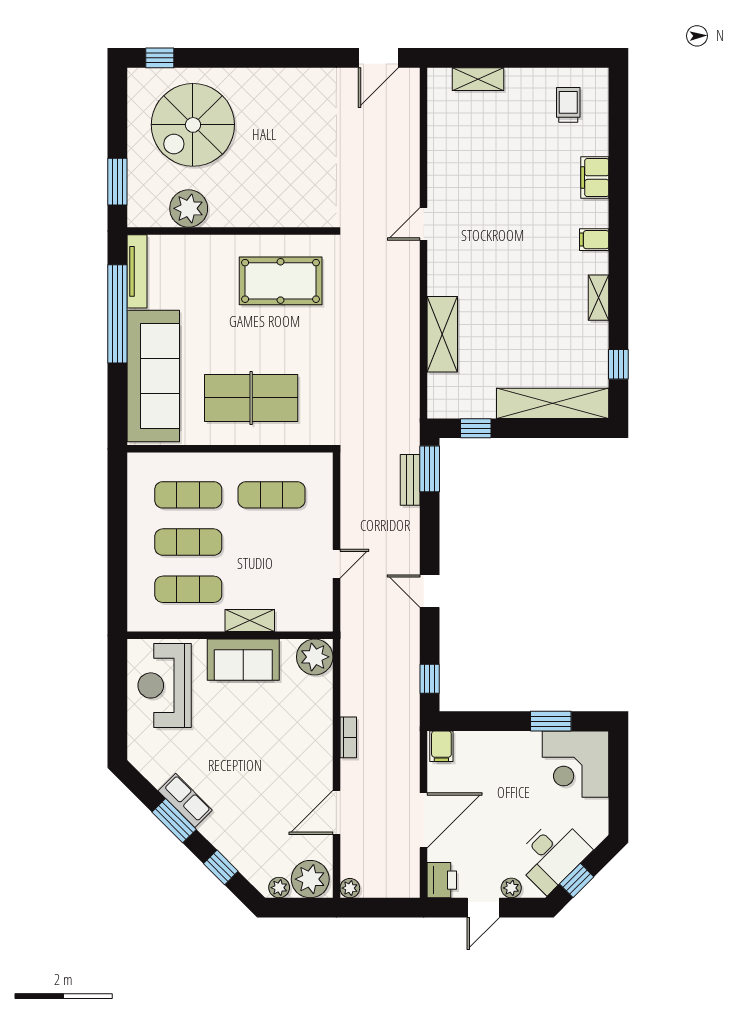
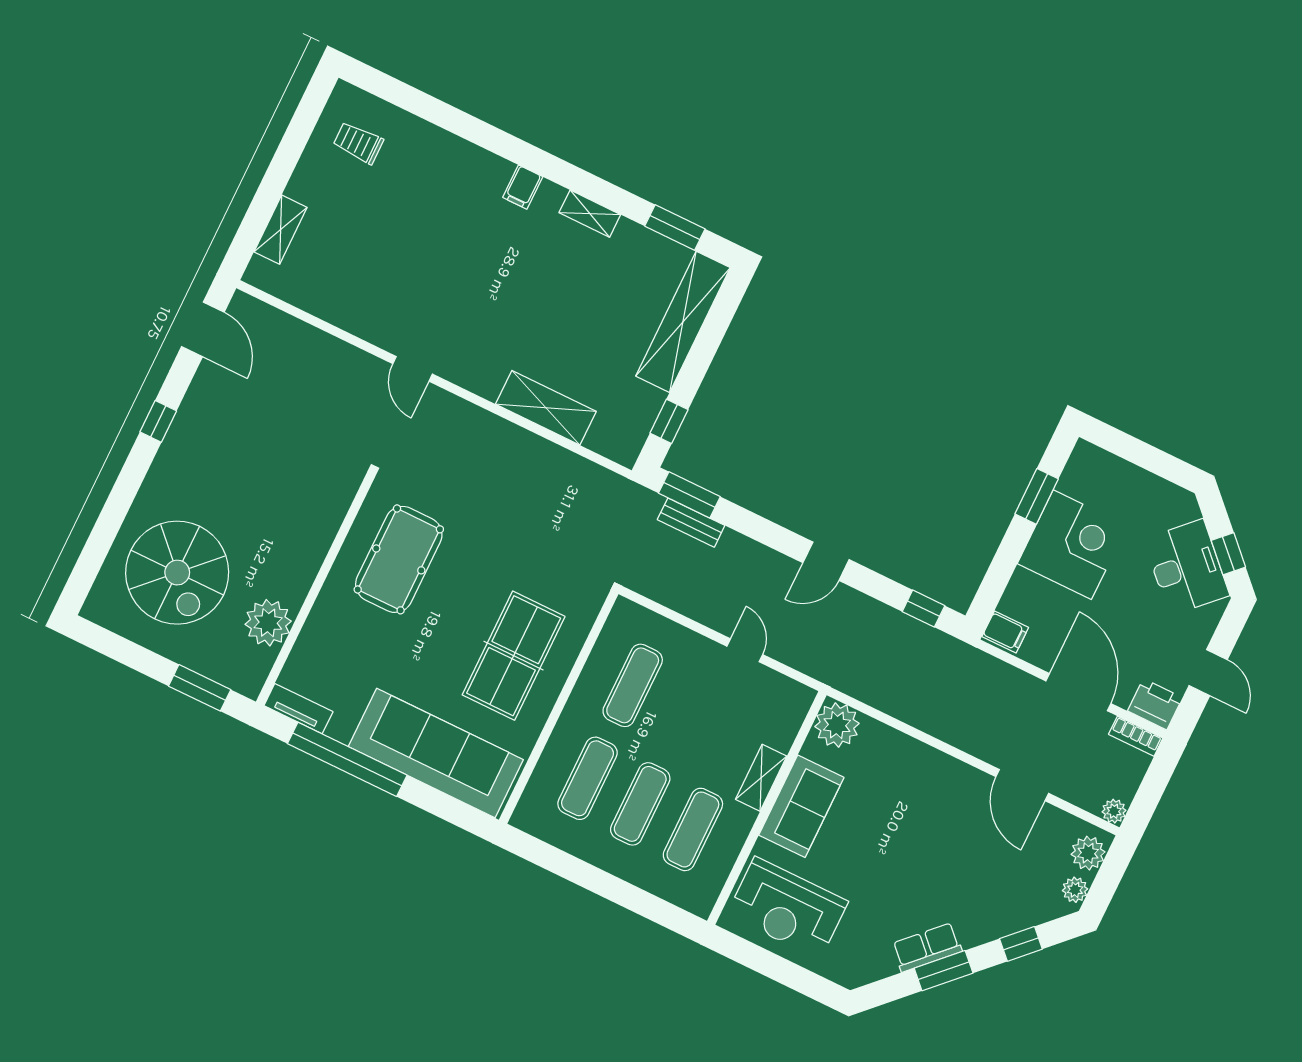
window: (160, 58) -> (158, 421), moved
filing cabinet: (595, 178) -> (454, 153), removed
tv unit: (137, 271) -> (298, 709), width x0.71
window: (618, 364) -> (675, 227), width x1.50
bookcase: (348, 737) -> (1136, 736), moved, turned 180
corner desk: (576, 764) -> (1072, 545), moved, turned -90
plant: (310, 879) -> (1088, 853), width x0.73, depth x0.73
plant: (511, 888) -> (1201, 631), removed

